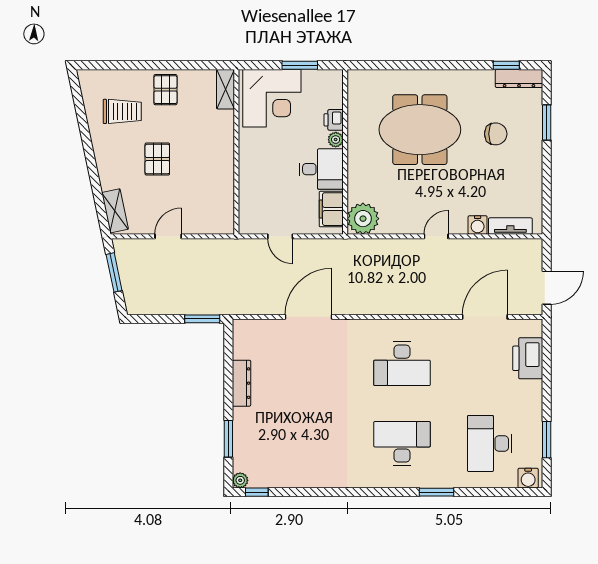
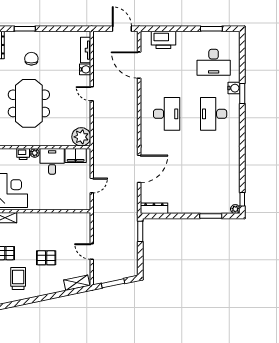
door: (308, 317) -> (139, 169), swing flipped
dresser: (241, 383) -> (154, 208), moved
water cooler: (528, 478) -> (234, 88), moved

